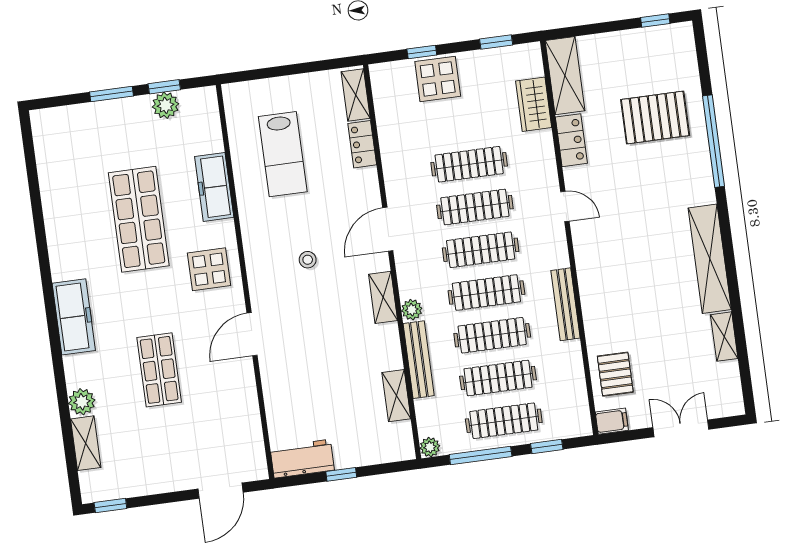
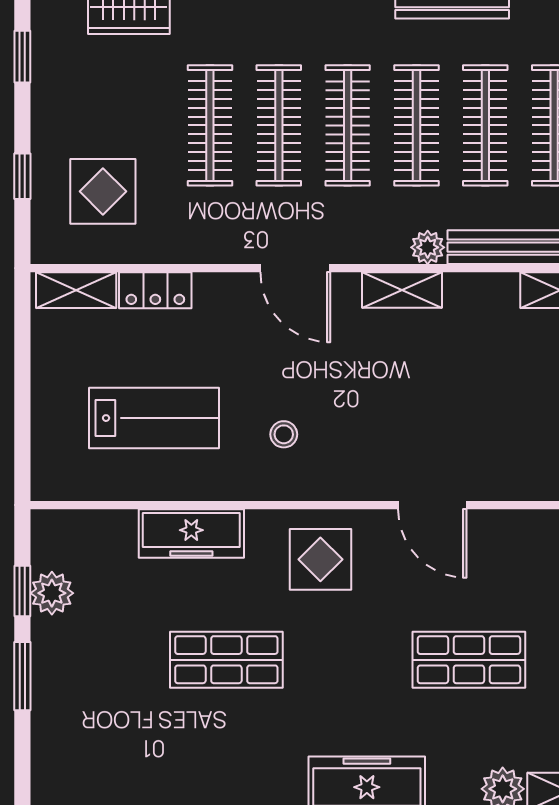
display table: (438, 79) -> (103, 191), moved
shop shelf: (139, 219) -> (226, 660), width x0.70, depth x0.74
stool: (308, 260) -> (284, 434), moved

